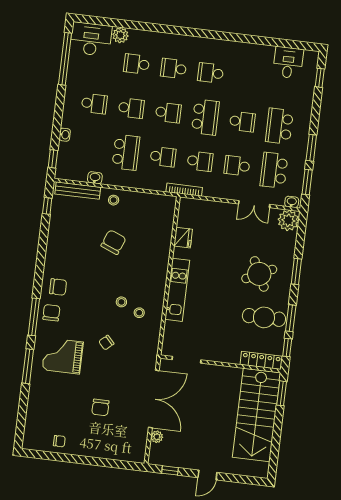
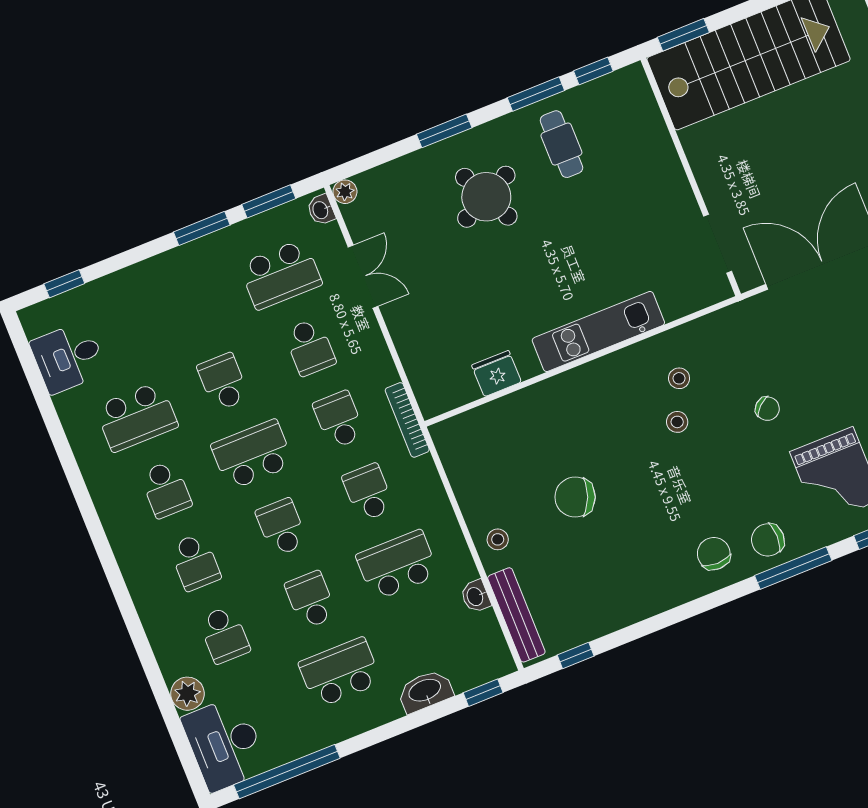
school desk: (94, 104) -> (340, 673), width x1.85
school desk: (279, 126) -> (137, 417), moved
washbasin: (65, 135) -> (425, 691), width x1.91, depth x1.45
plant: (288, 220) -> (345, 192), width x0.53, depth x0.53
cafe table: (264, 317) -> (561, 144), width x0.73, depth x0.74
locker: (261, 360) -> (643, 106), removed

